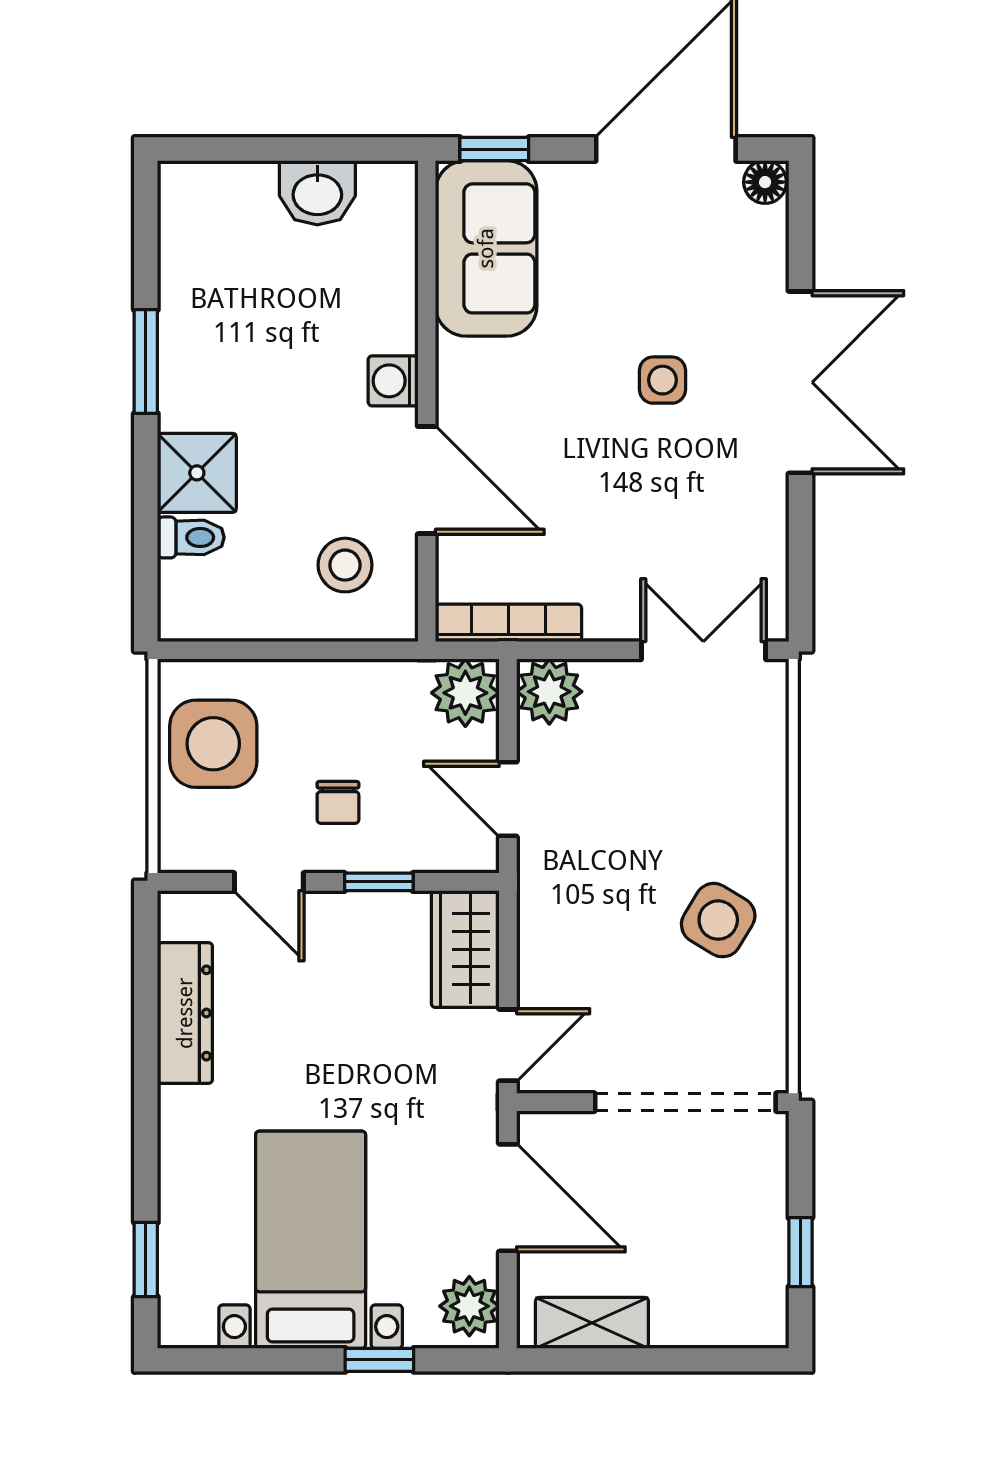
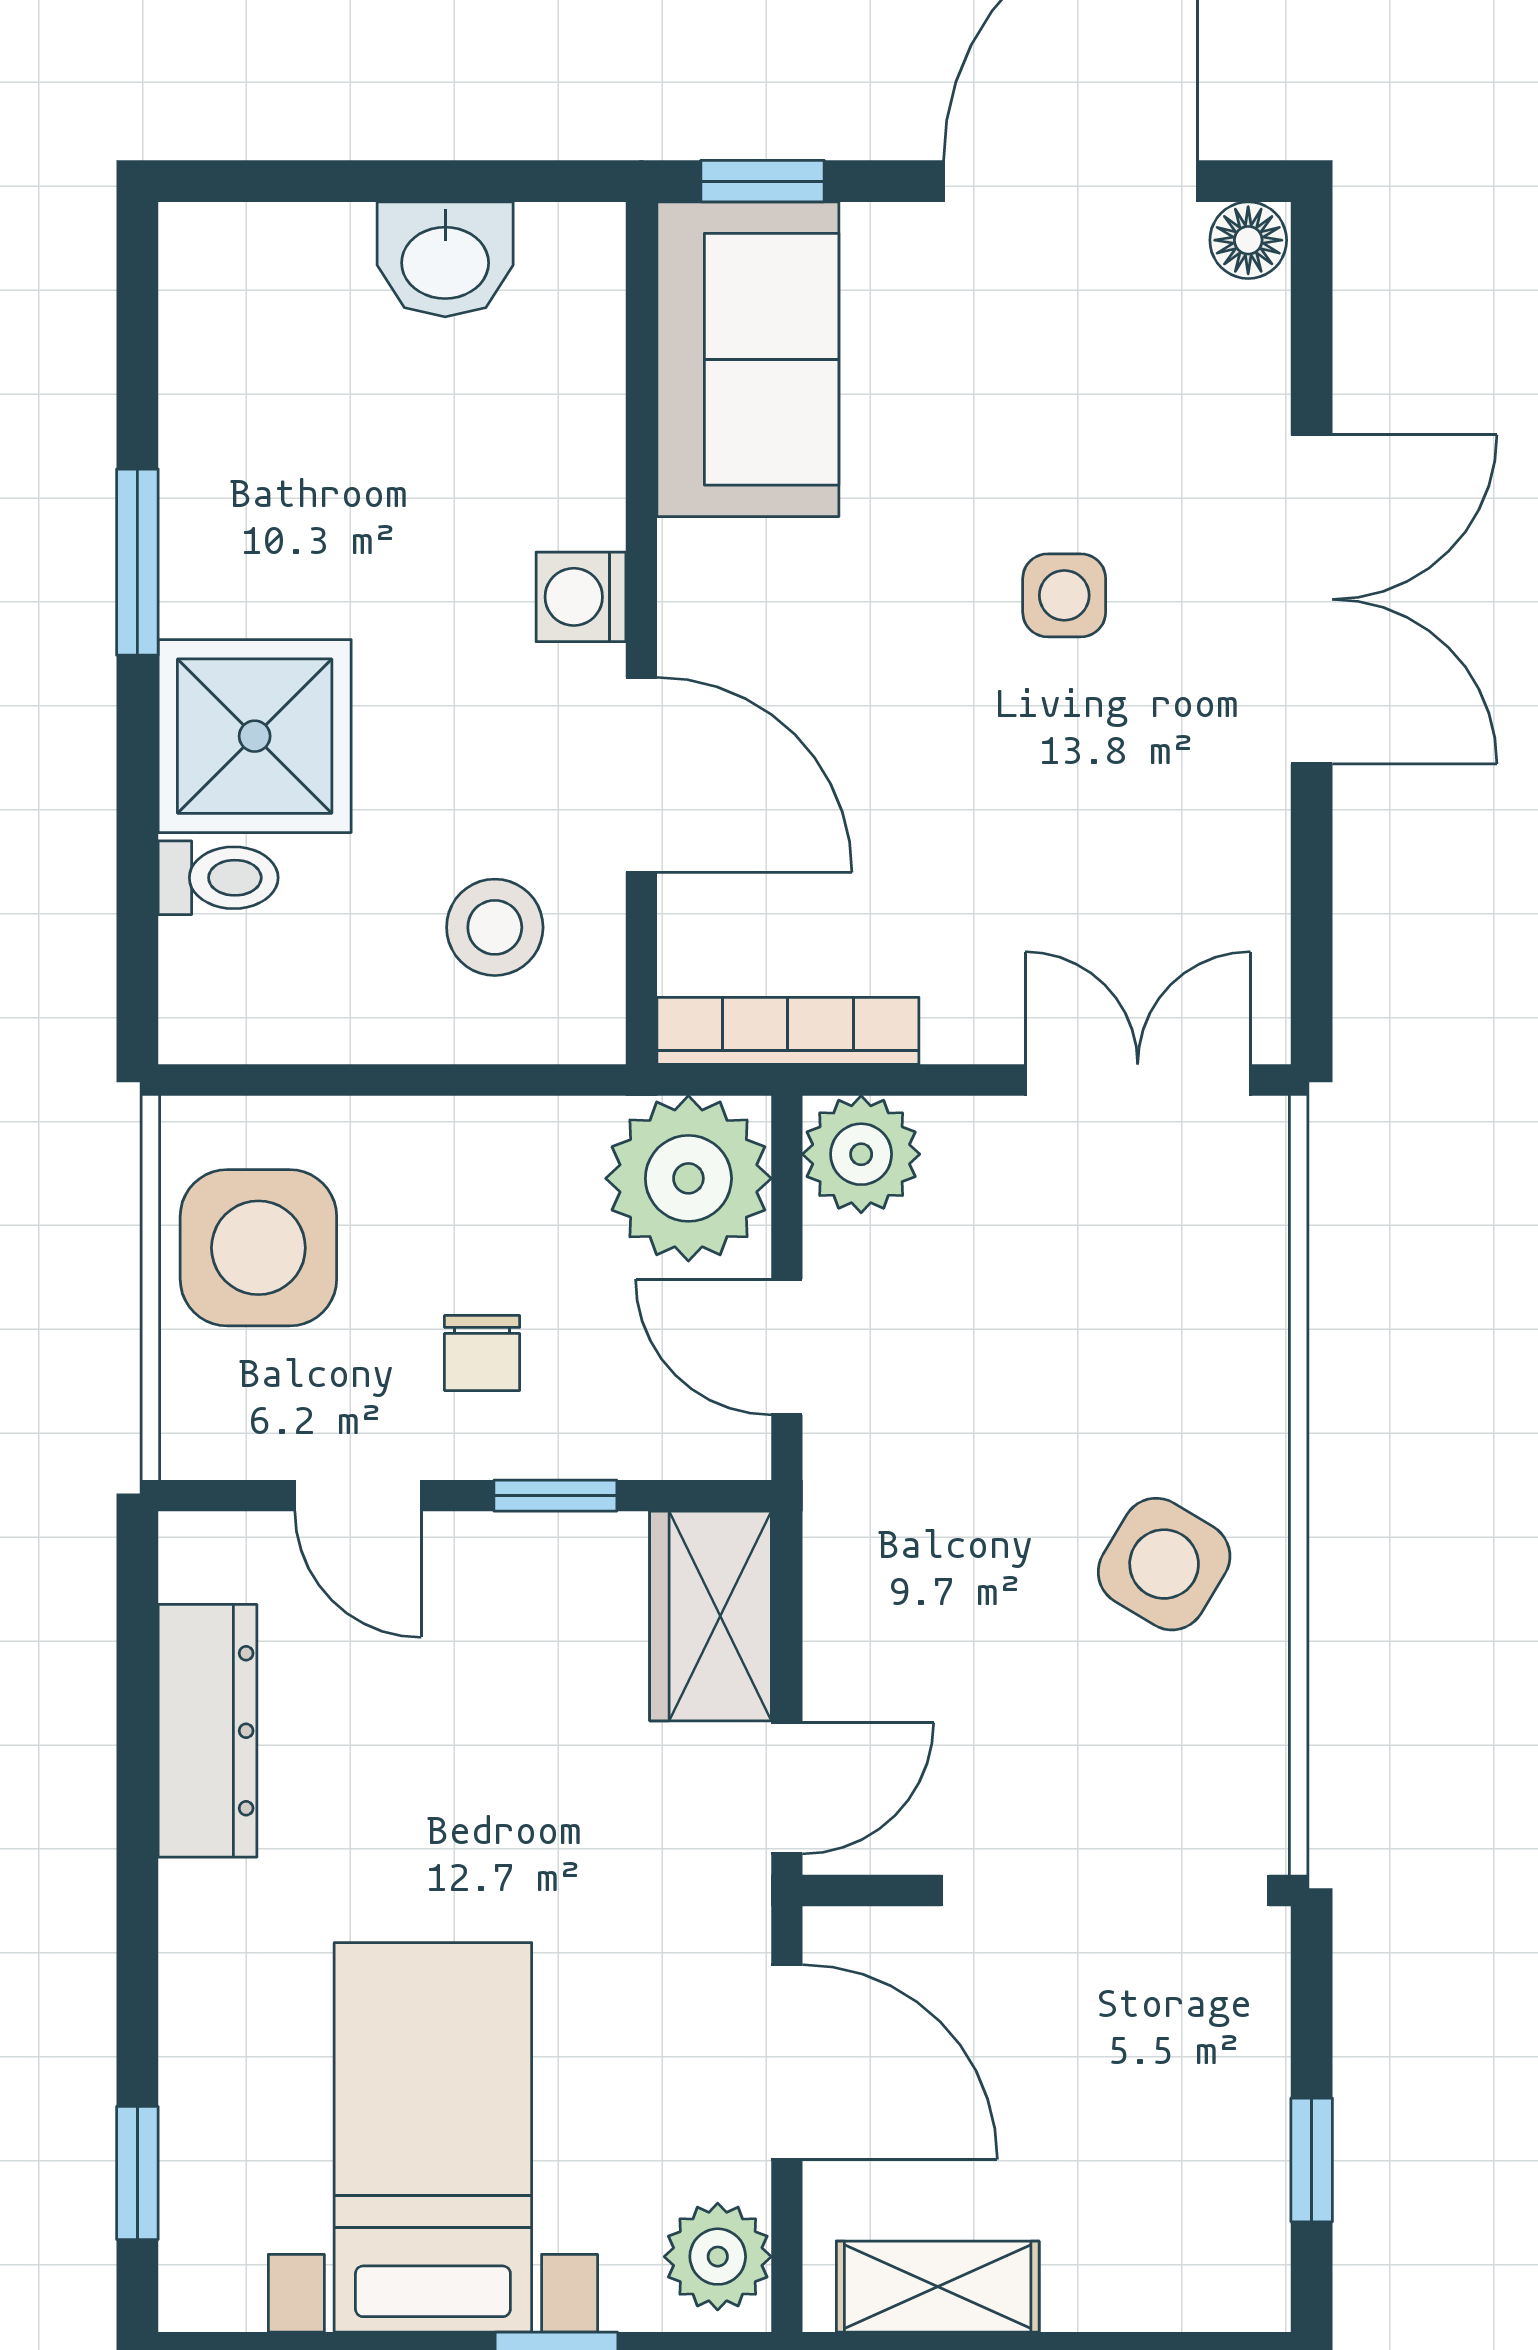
shower: (197, 473) -> (255, 736), width x1.36, depth x1.36
plant: (465, 693) -> (688, 1178), width x1.36, depth x1.36

